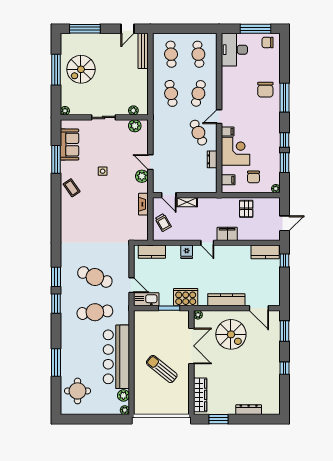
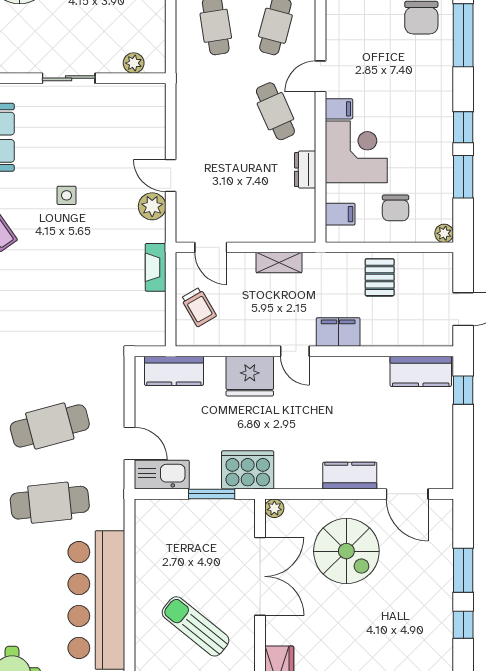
plant: (135, 126) -> (137, 96), removed
shelving: (187, 202) -> (279, 263), moved
fridge: (187, 252) -> (250, 376), width x1.88, depth x1.34
cafe table: (95, 277) -> (50, 426), turned -36
kitchen counter: (226, 300) -> (350, 476), width x0.67
window: (285, 331) -> (463, 570), moved

